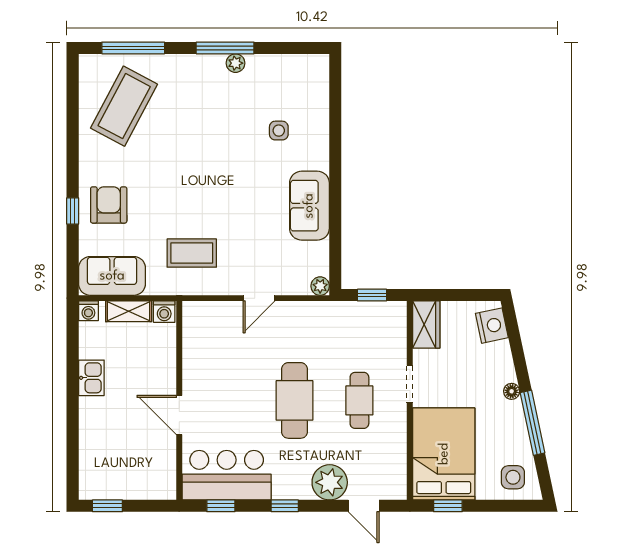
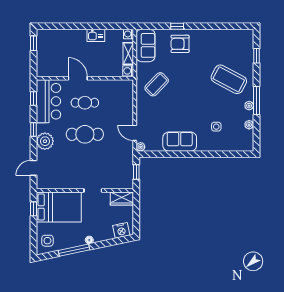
window: (133, 48) -> (256, 56), width x0.46
plant: (275, 63) -> (249, 125), added
coffee table: (124, 106) -> (229, 79), moved
armchair: (109, 205) -> (180, 44), turned 180
coffee table: (192, 253) -> (157, 84), turned 44
door: (259, 298) -> (135, 133), moved
cafe table: (359, 400) -> (85, 103), moved
door: (179, 415) -> (78, 78), hinge flipped
plant: (330, 482) -> (45, 141), moved

